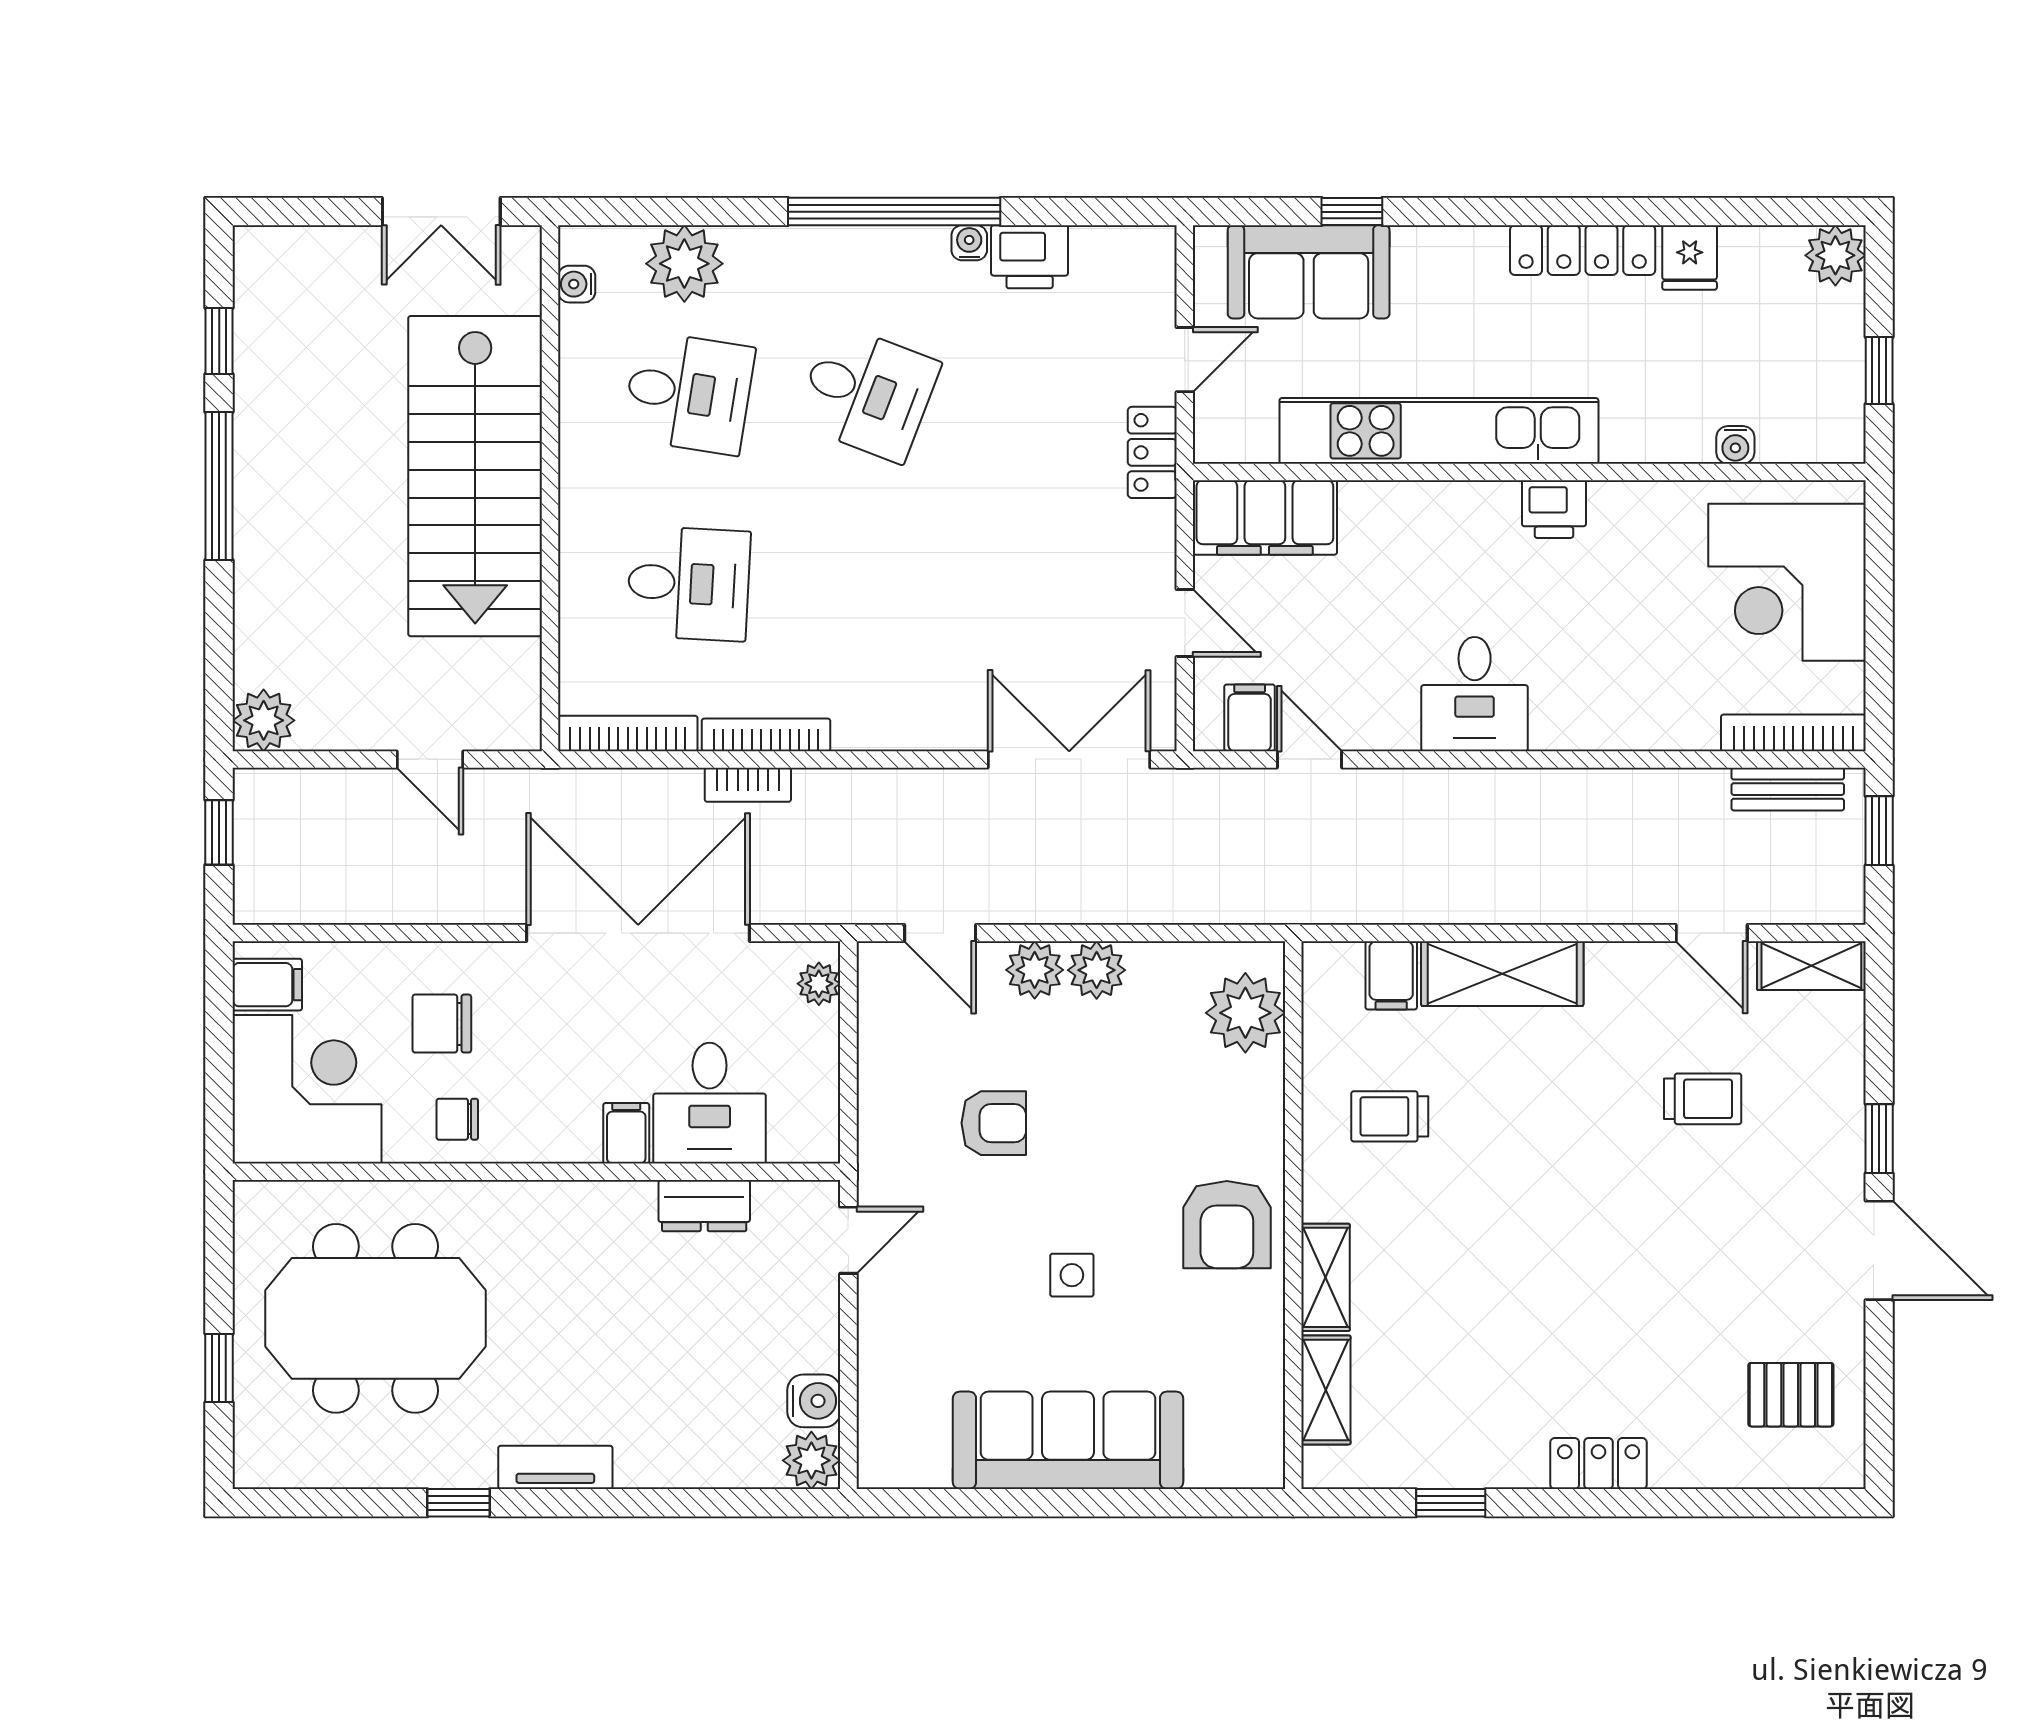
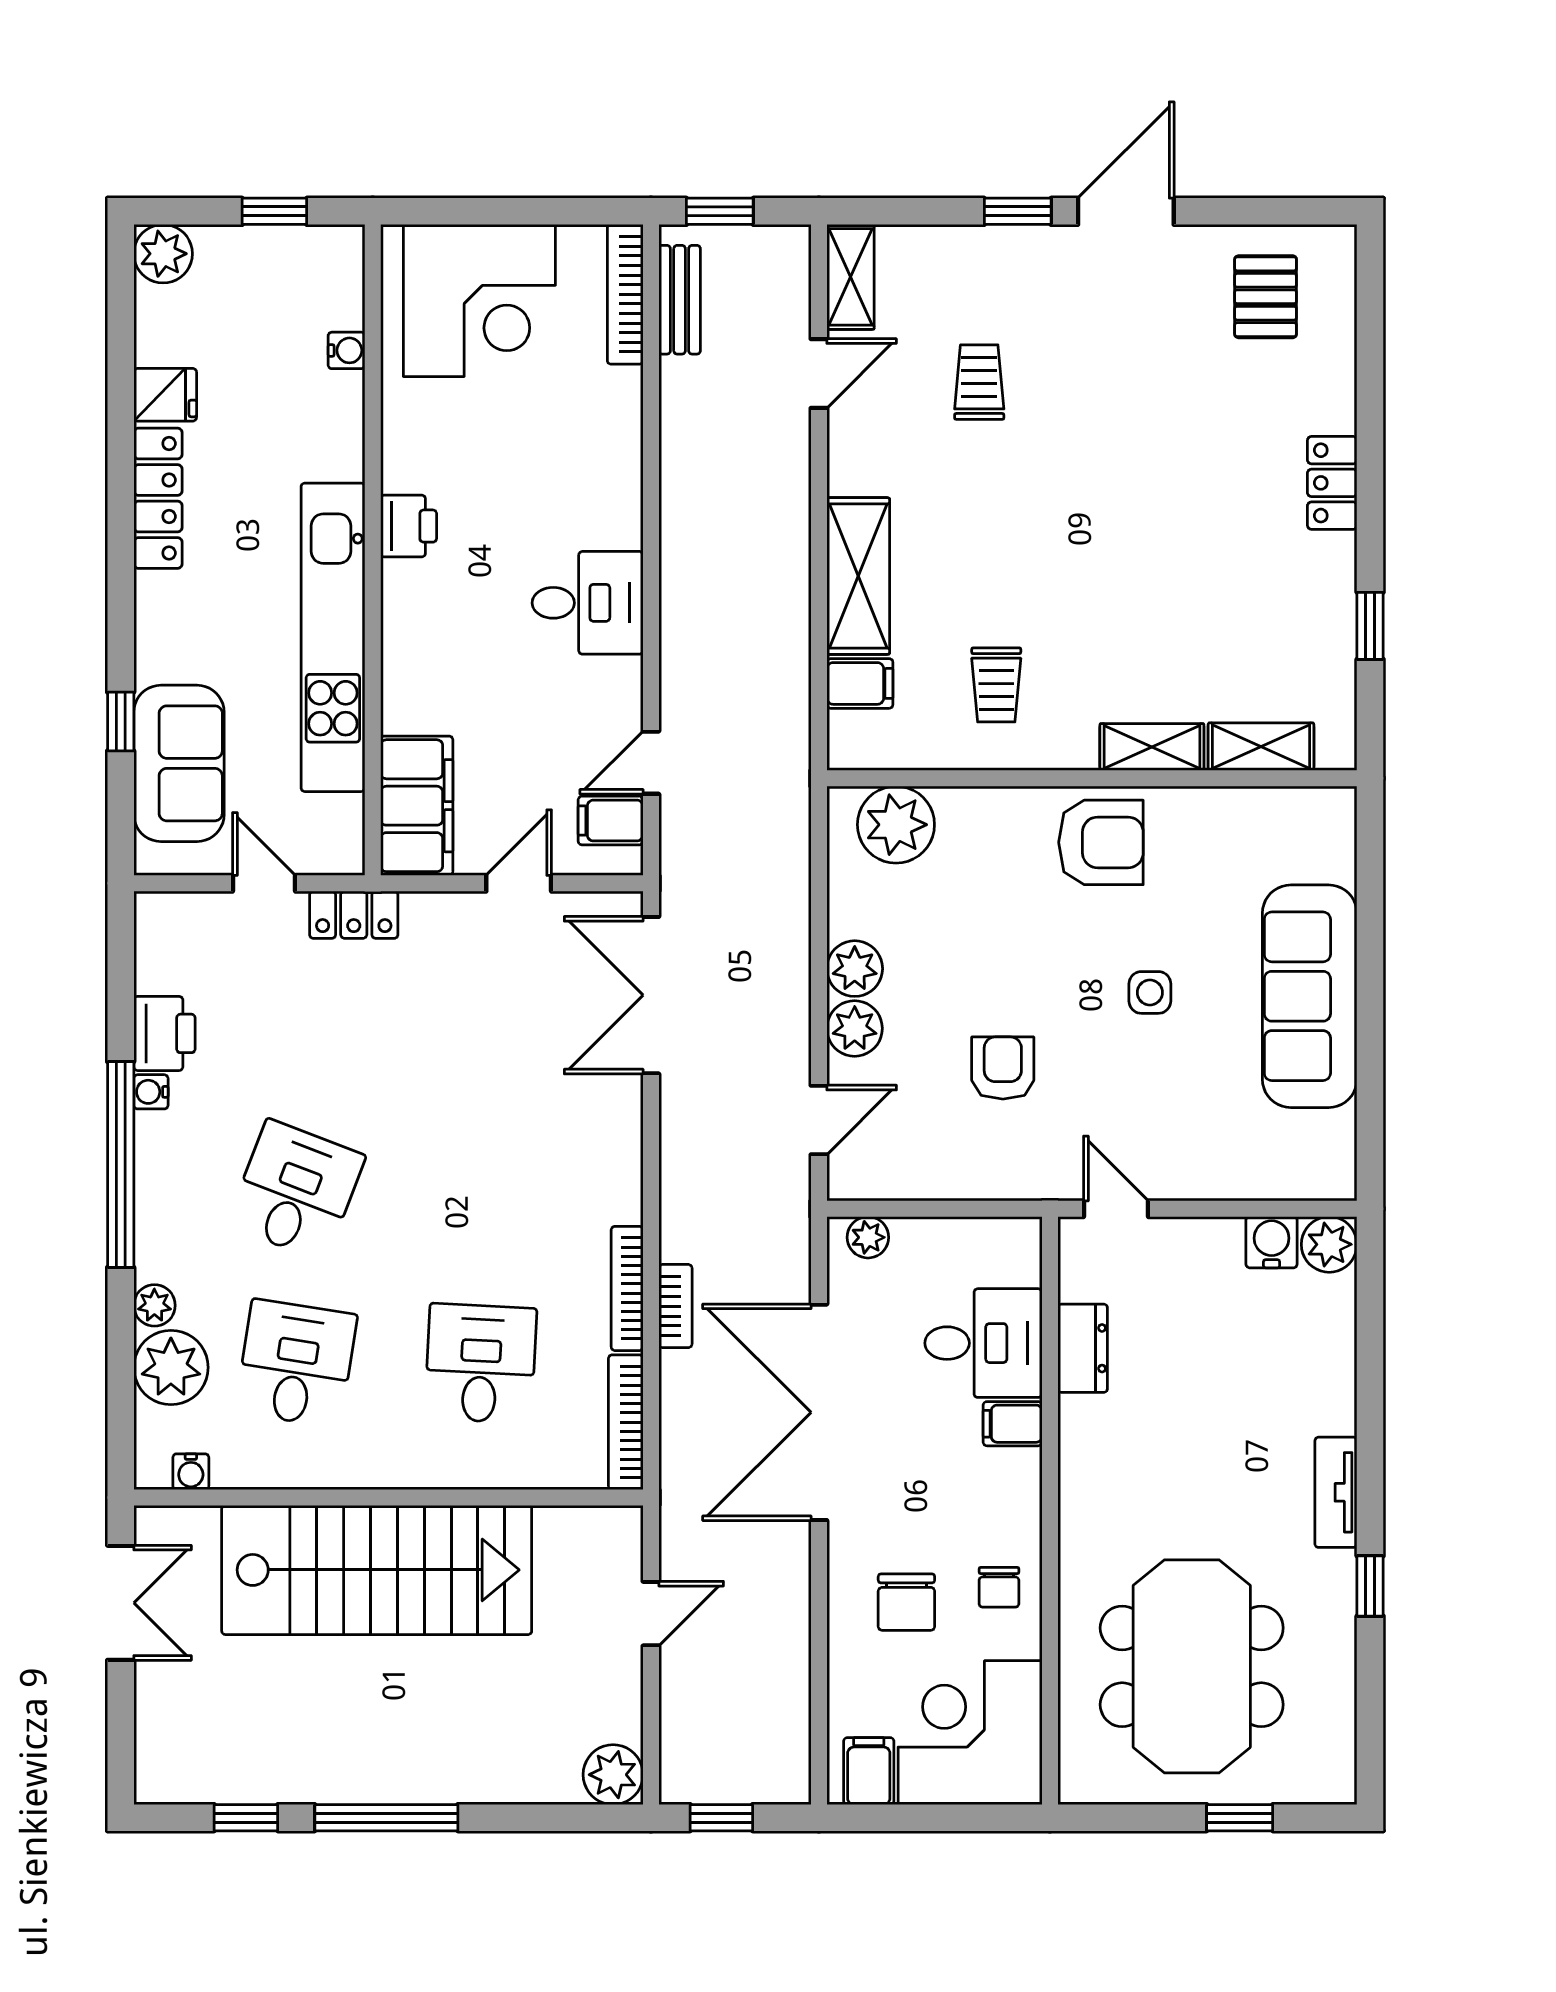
plant: (749, 247) -> (154, 1305), added

